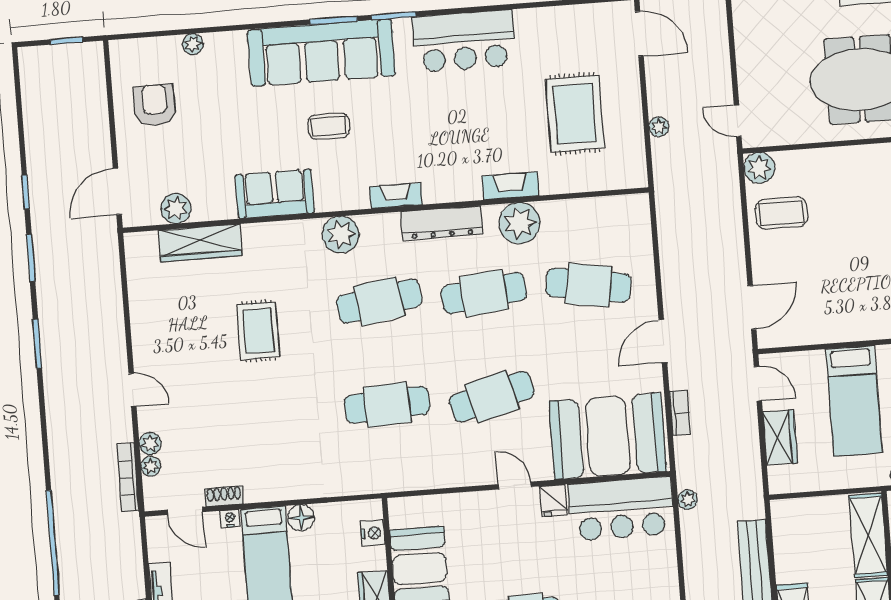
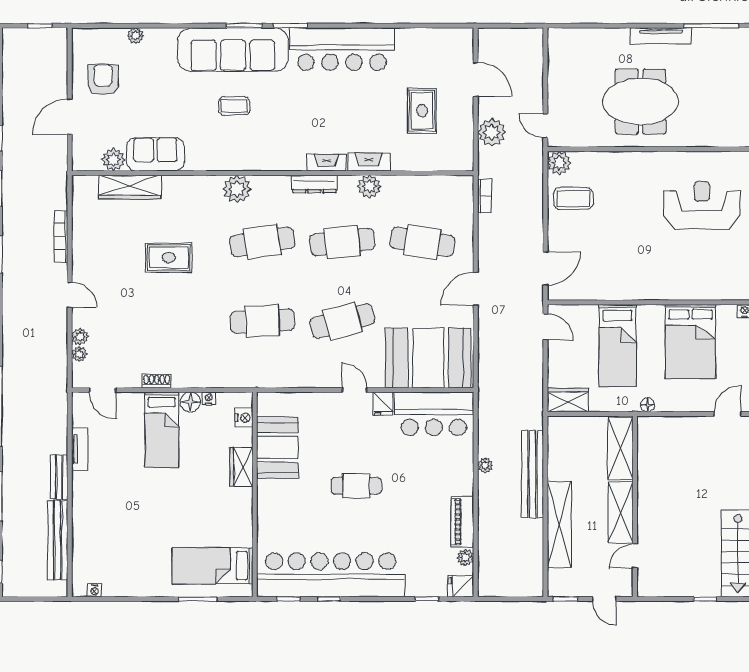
door: (639, 34) -> (476, 79), moved
bar counter: (464, 41) -> (342, 49), width x1.36
rug: (575, 114) -> (422, 111), width x0.73, depth x0.70
plant: (659, 127) -> (492, 132), width x1.87, depth x1.87
door: (117, 191) -> (70, 117), moved
sofa: (275, 194) -> (155, 154), moved
fireplace: (396, 196) -> (326, 163), moved
dresser: (442, 223) -> (314, 184), width x0.73, depth x0.80
plant: (519, 223) -> (369, 187), width x0.73, depth x0.73
rug: (259, 331) -> (169, 258), turned 90
bookcase: (680, 413) -> (484, 196), moved
wardrobe: (780, 437) -> (568, 400), moved, turned -90
bookcase: (128, 478) -> (61, 237), moved
shoe rack: (224, 496) -> (157, 381), moved
plant: (688, 500) -> (485, 465), moved
nightstand: (230, 519) -> (209, 398), moved

